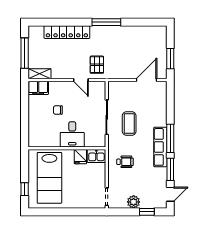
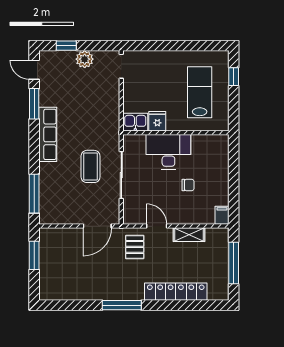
shelving: (39, 74) -> (189, 235), moved
door: (146, 80) -> (97, 226), moved
filing cabinet: (38, 88) -> (222, 215), width x0.50
desk: (72, 134) -> (168, 152), width x1.37
window: (170, 138) -> (34, 194), moved
wheelchair: (125, 162) -> (96, 114), removed
lab bench: (49, 178) -> (200, 92), width x0.73, depth x0.72
door: (170, 194) -> (34, 70), hinge flipped

